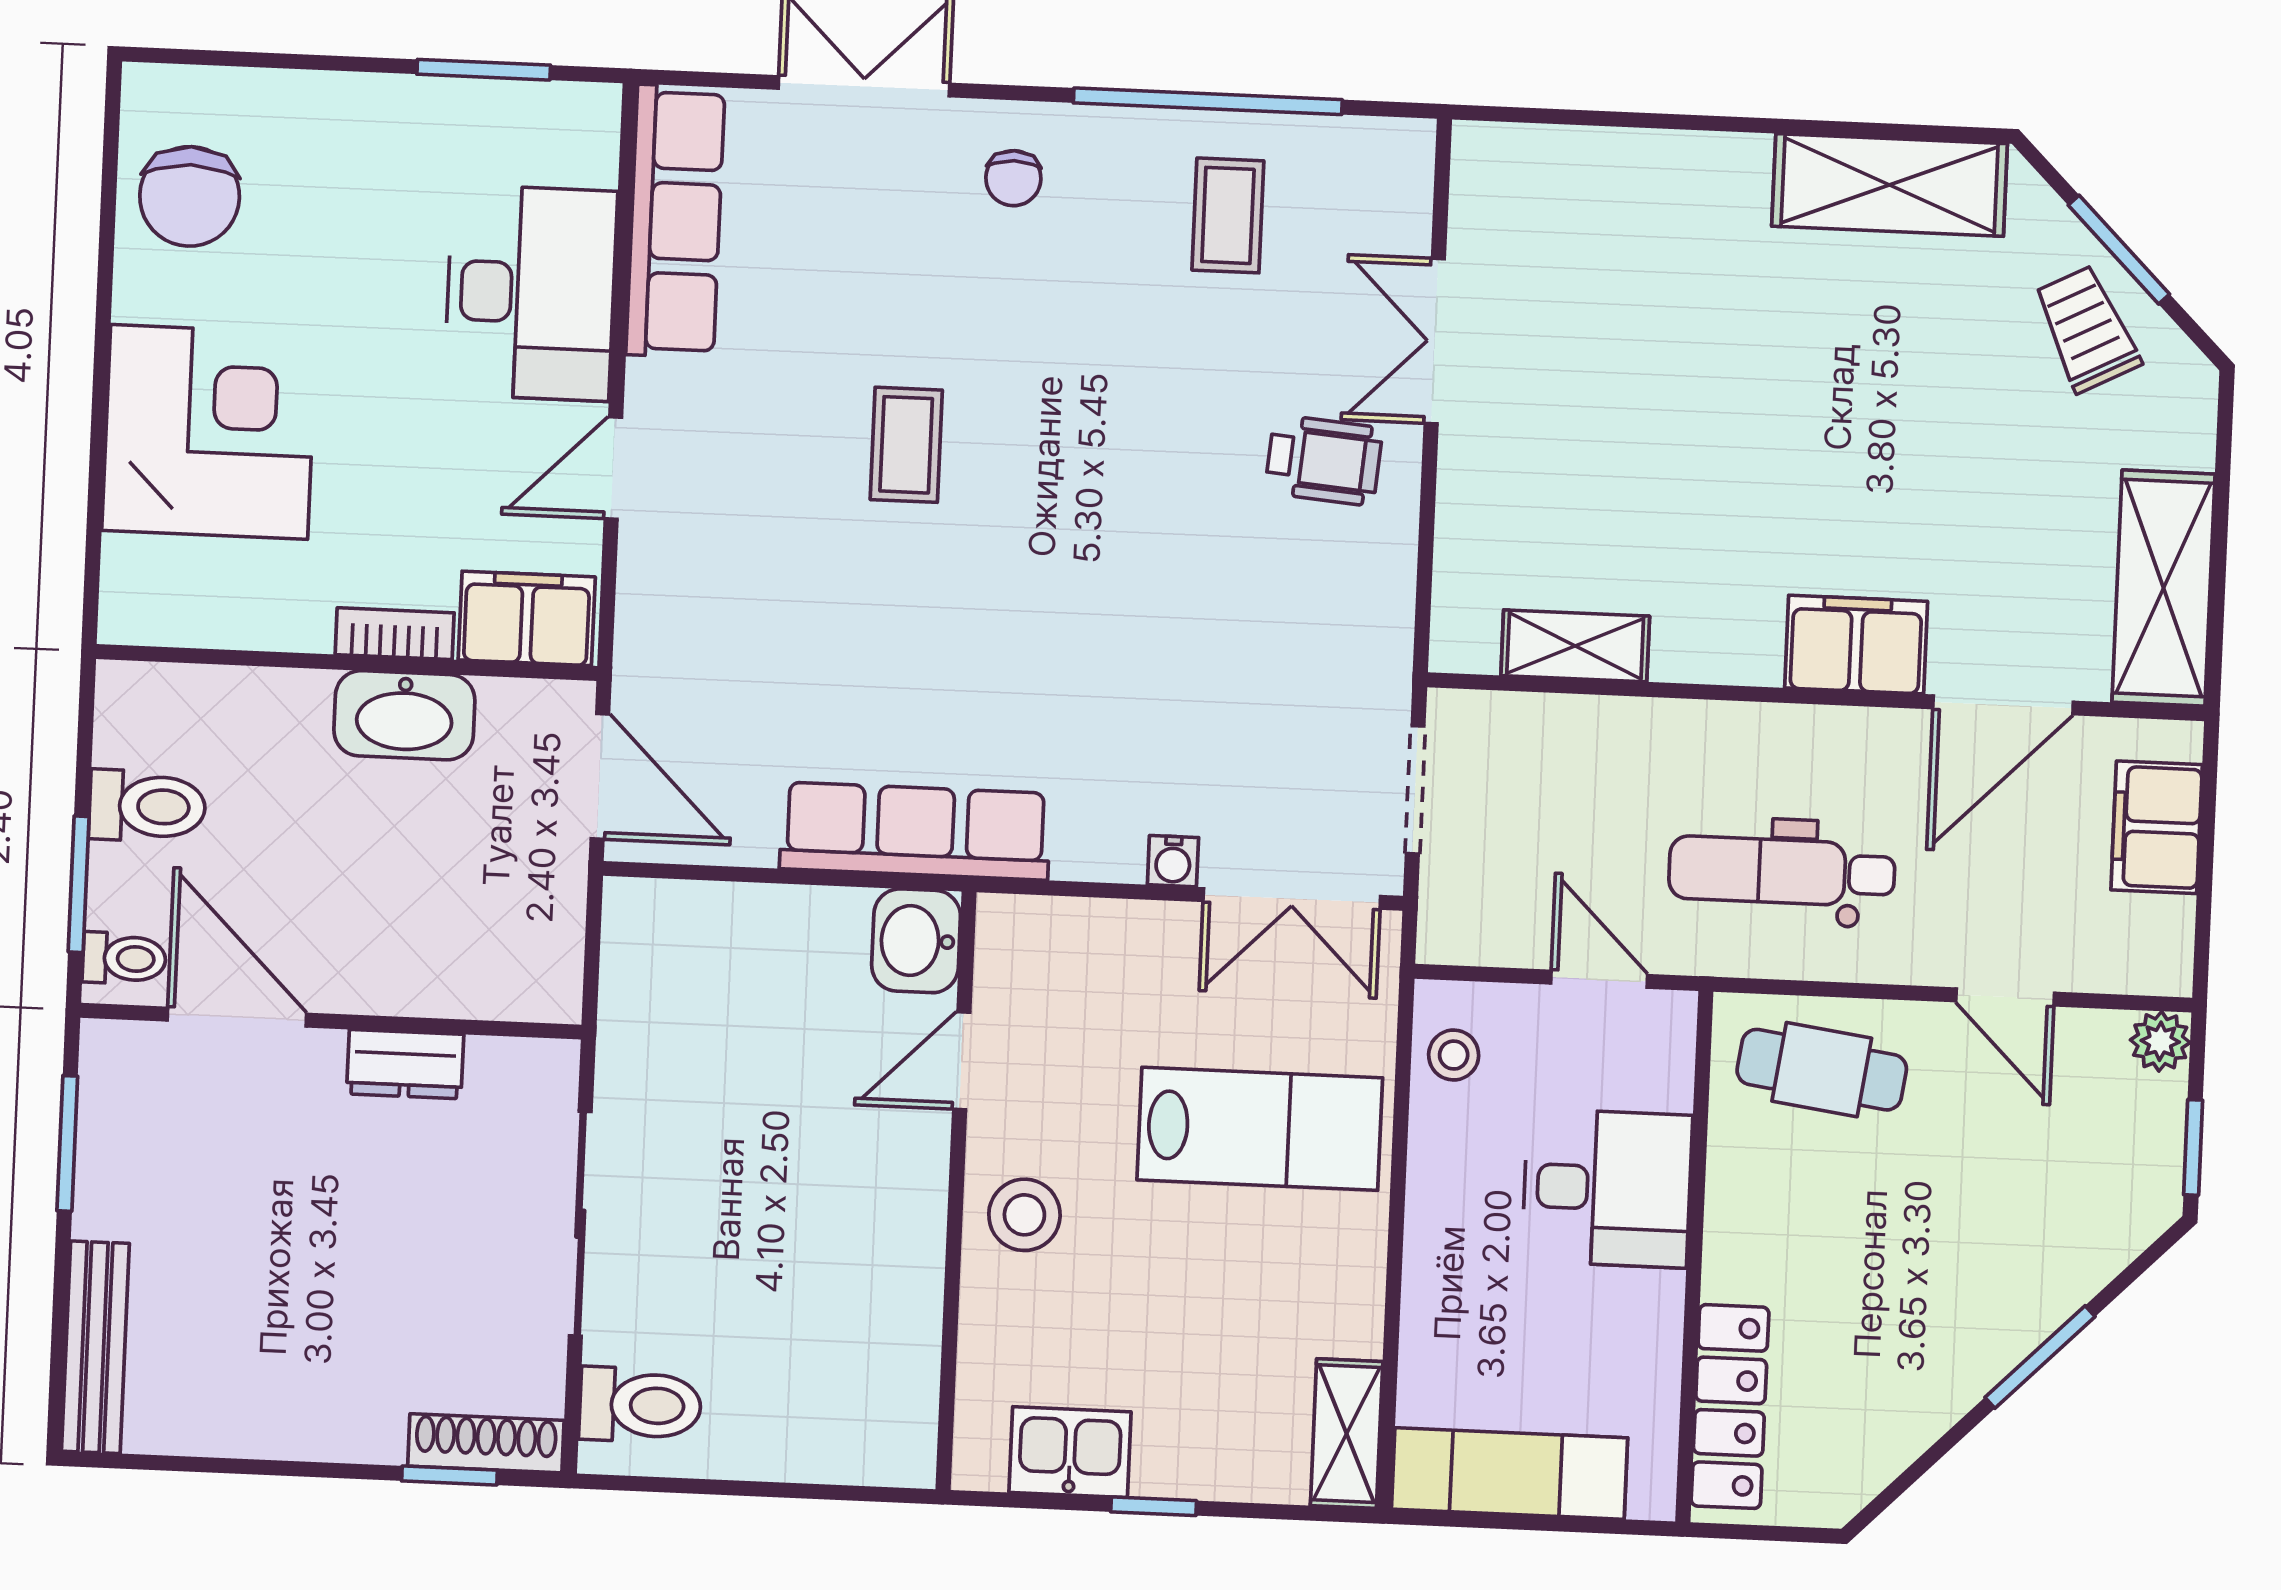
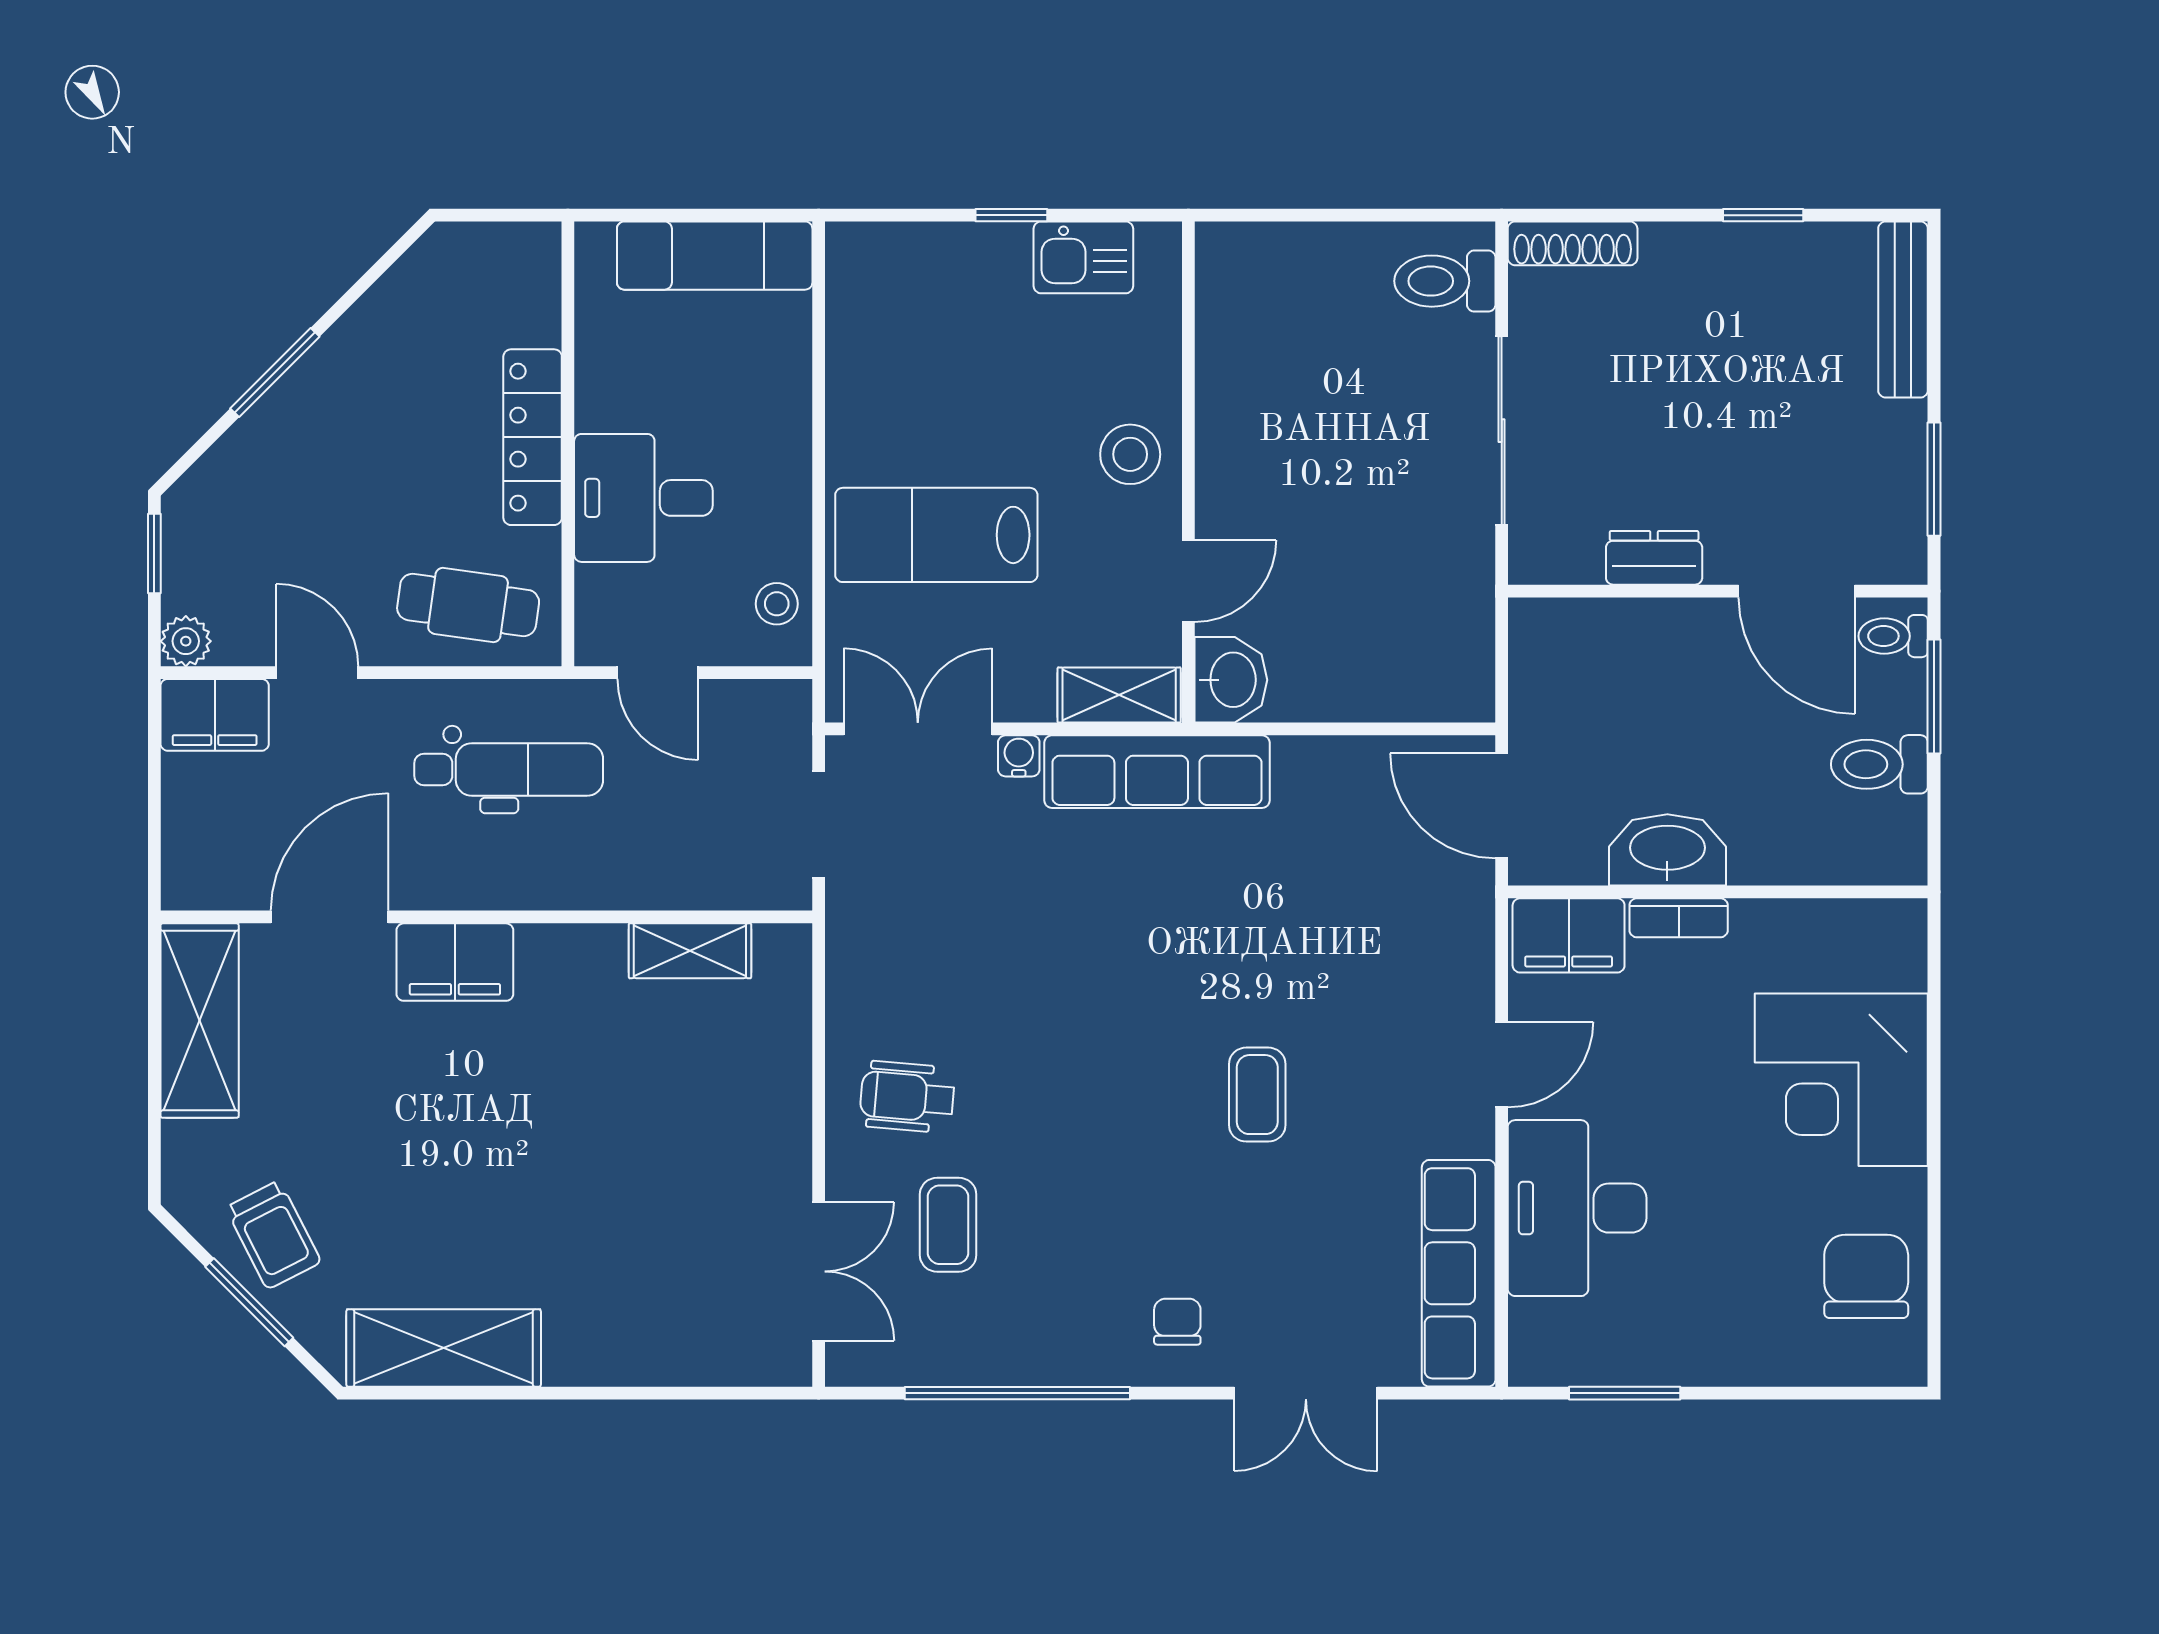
coffee table: (1228, 215) -> (948, 1225), moved
double door: (1435, 341) -> (819, 1271), moved
filing cabinet: (2157, 827) -> (215, 715), moved, turned 90
row of seats: (915, 831) -> (1157, 772), moved
locker: (1730, 1407) -> (533, 437), moved
shelving: (1347, 1434) -> (1119, 695), moved, turned 90
window: (450, 1476) -> (1763, 215), moved

